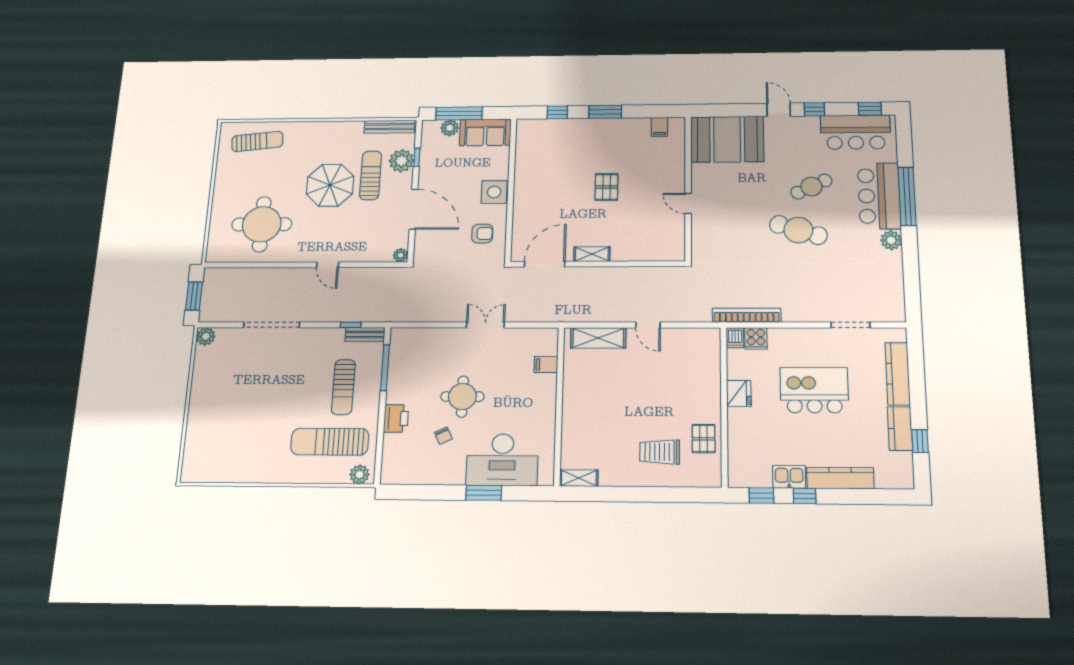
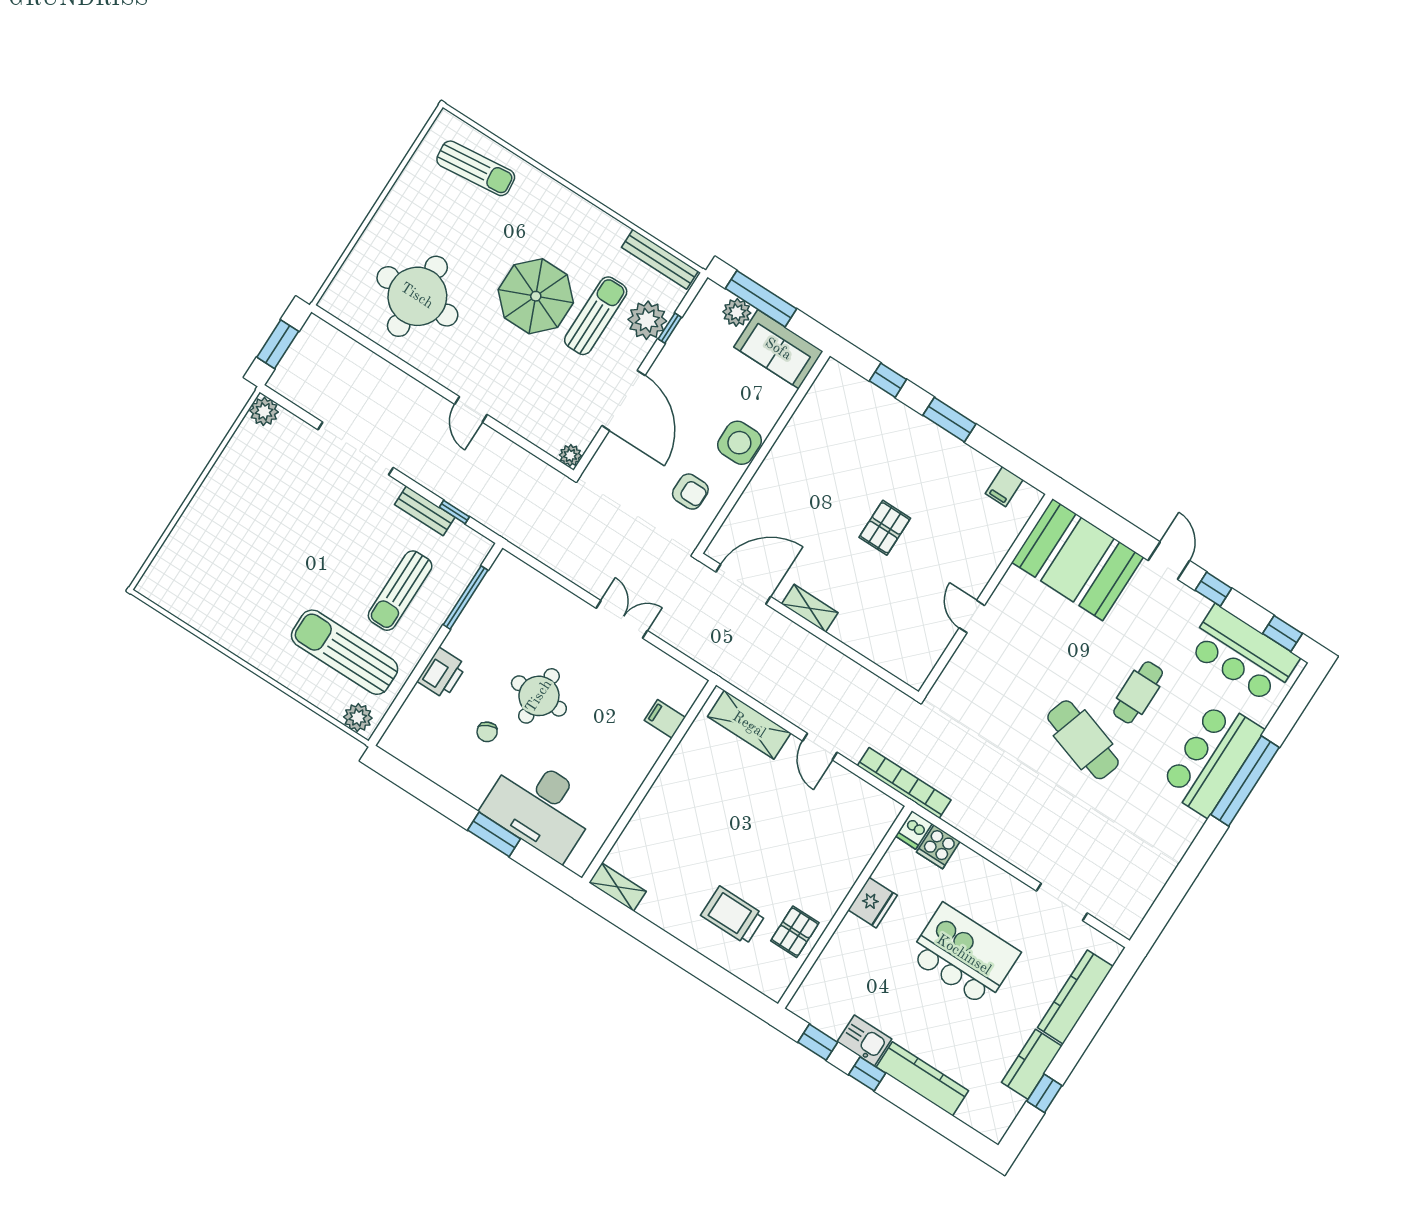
cafe table: (811, 187) -> (1138, 692), turned -64
plant: (891, 240) -> (1185, 826), removed
bookcase: (747, 315) -> (904, 783), moved
bench: (365, 335) -> (425, 511), moved

